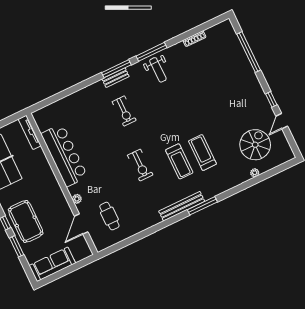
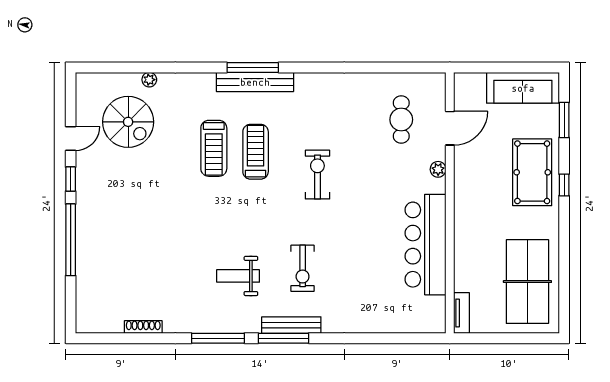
window: (249, 52) -> (71, 240), moved
weight bench: (158, 70) -> (238, 276), moved, turned -90
bench: (116, 78) -> (291, 325), width x1.36
exercise bike: (124, 111) -> (303, 268), turned 180
tv unit: (30, 132) -> (461, 313), width x0.71
spiral stairs: (255, 145) -> (128, 122), turned -90
bench: (182, 206) -> (255, 82), moved
window: (17, 246) -> (564, 120), moved

